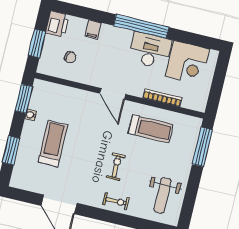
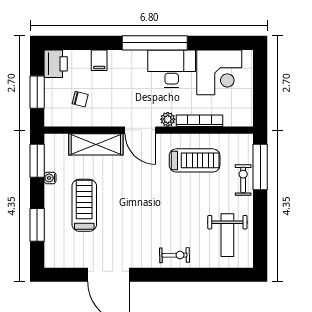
plant: (137, 90) -> (168, 119), added
shelving: (74, 97) -> (96, 144), added
exercise bike: (116, 167) -> (243, 180), moved

